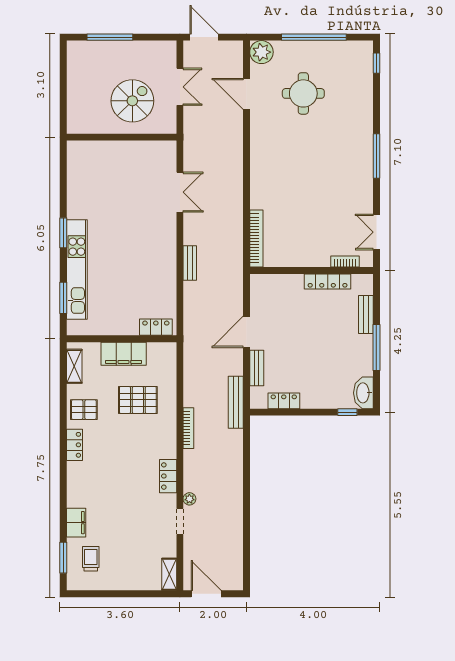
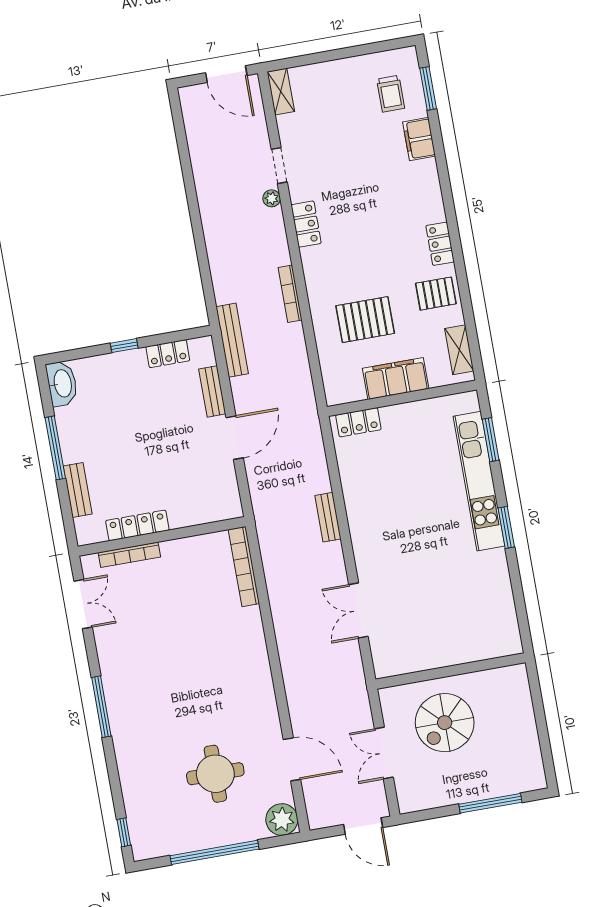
bookcase: (345, 261) -> (129, 555), width x1.56
window: (347, 412) -> (124, 346), moved

